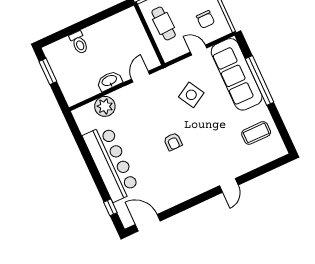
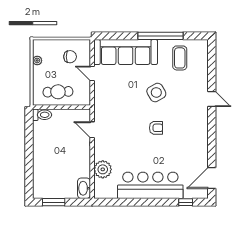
toilet: (79, 43) -> (42, 115), moved
door: (199, 50) -> (92, 74), hinge flipped
washbasin: (109, 81) -> (84, 188), moved
window: (260, 81) -> (160, 36), moved
side table: (191, 95) -> (156, 92), moved

